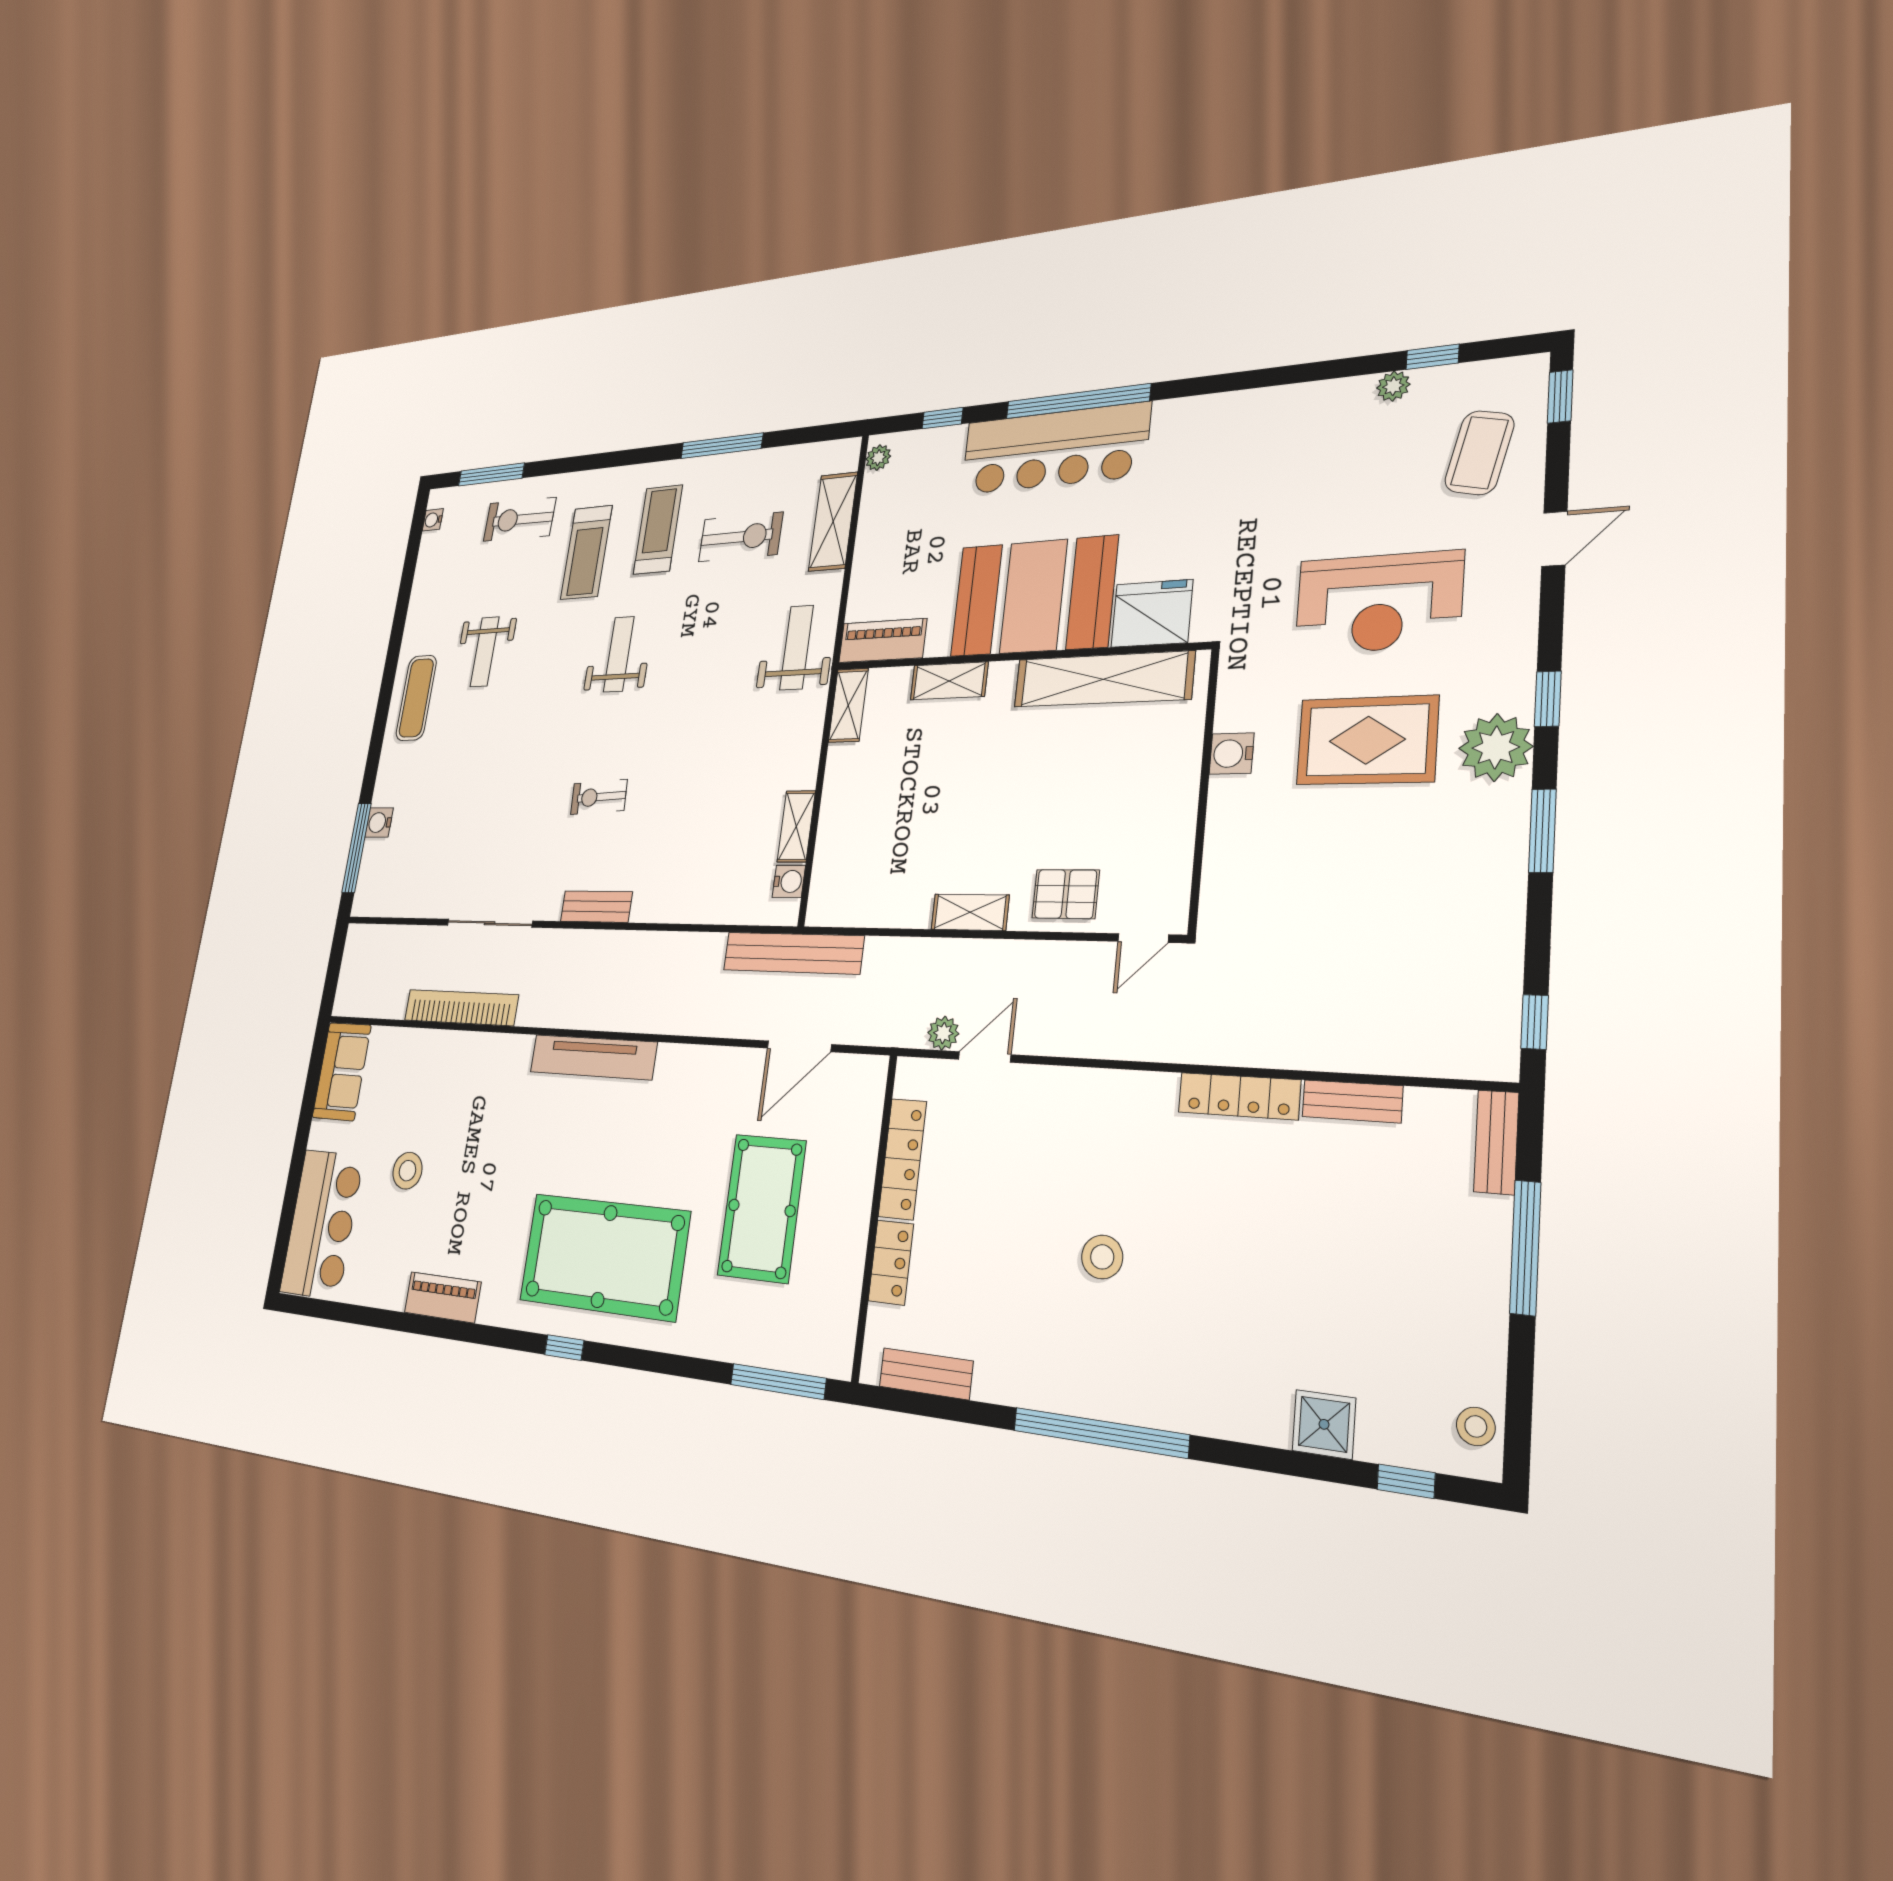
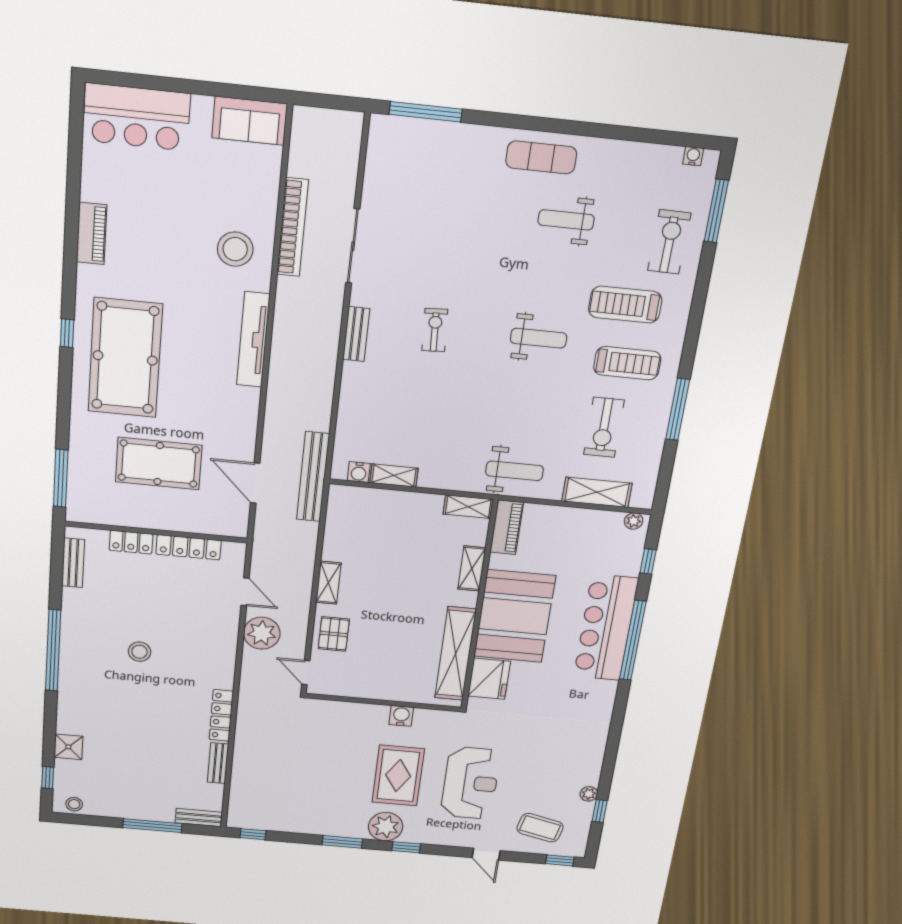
reception desk: (1378, 603) -> (470, 783), turned 180
water cooler: (379, 822) -> (443, 132), removed
plant: (943, 1033) -> (262, 633), moved, width x1.88, depth x1.88
stool: (407, 1171) -> (235, 249), moved, width x1.38, depth x1.38

